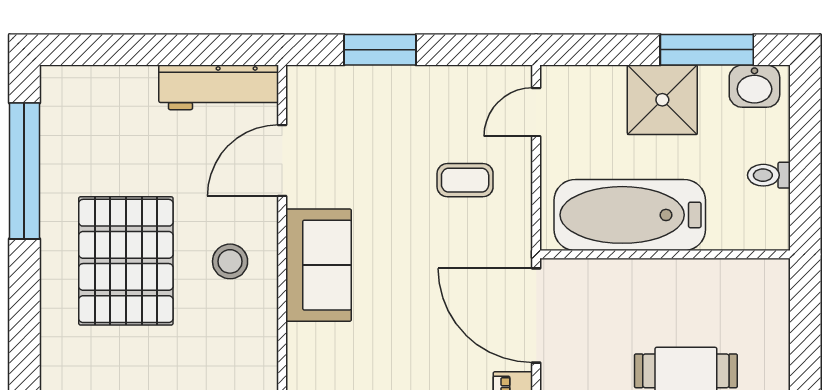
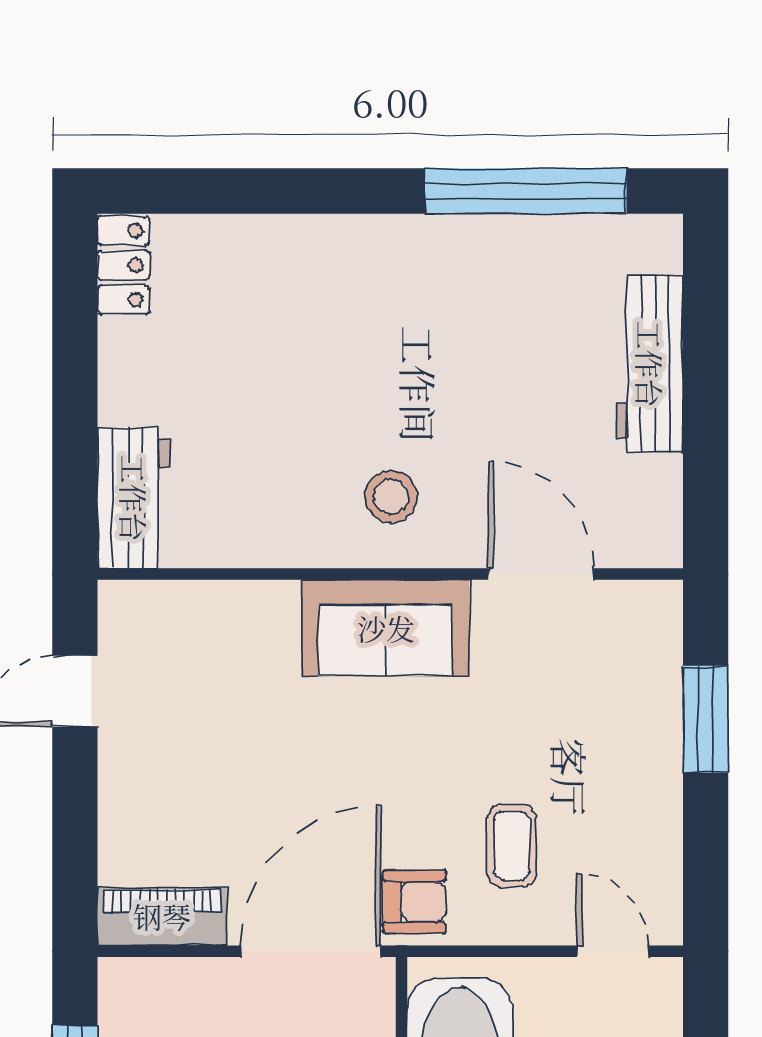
workbench: (219, 87) -> (650, 364), moved
armchair: (503, 246) -> (414, 902), added
pallet: (126, 261) -> (392, 342), removed

